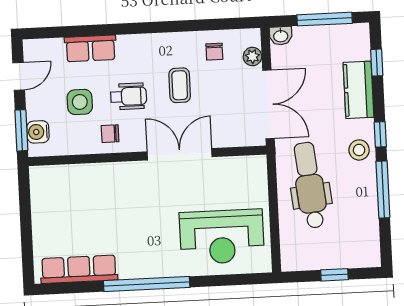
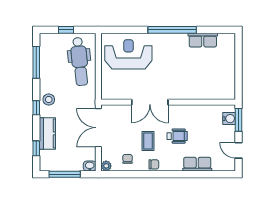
plant: (252, 57) -> (106, 166), moved
door: (19, 76) -> (238, 150), hinge flipped
wheelchair: (129, 96) -> (177, 136), turned 180
side table: (80, 102) -> (205, 134), removed
chair: (110, 134) -> (154, 164), moved
dental chair: (310, 185) -> (80, 62), moved
window: (383, 189) -> (36, 62), moved
row of seats: (79, 269) -> (203, 40), width x0.68

